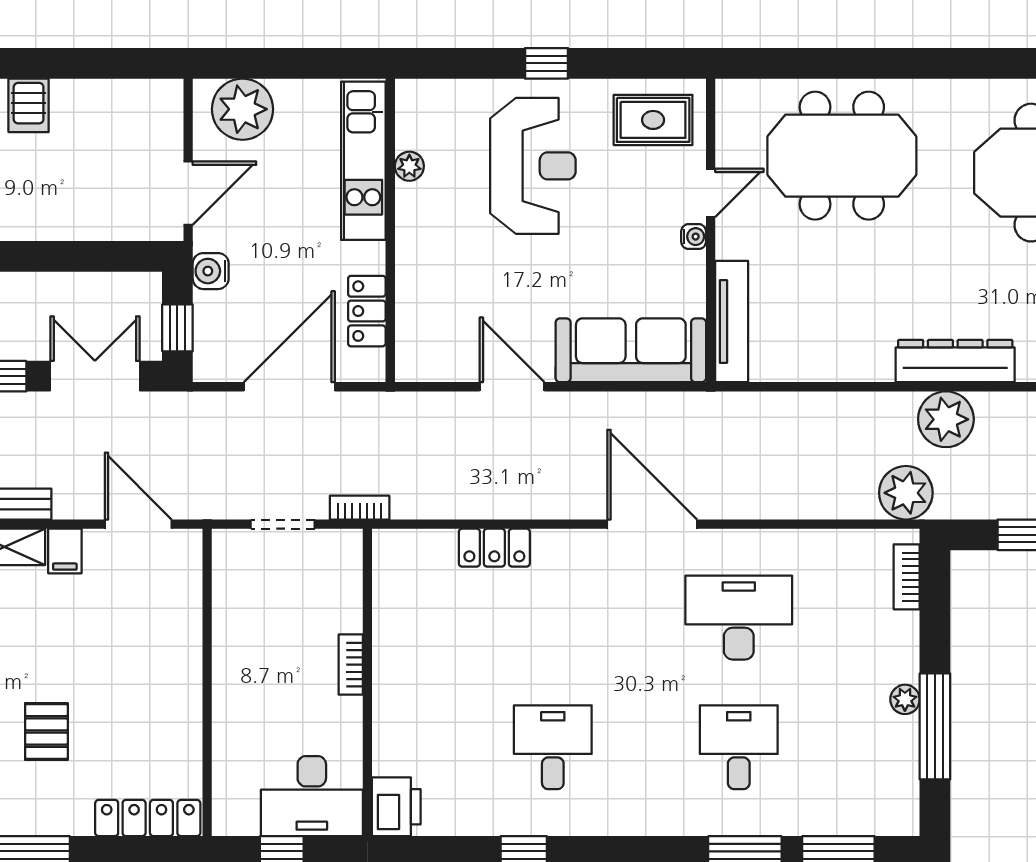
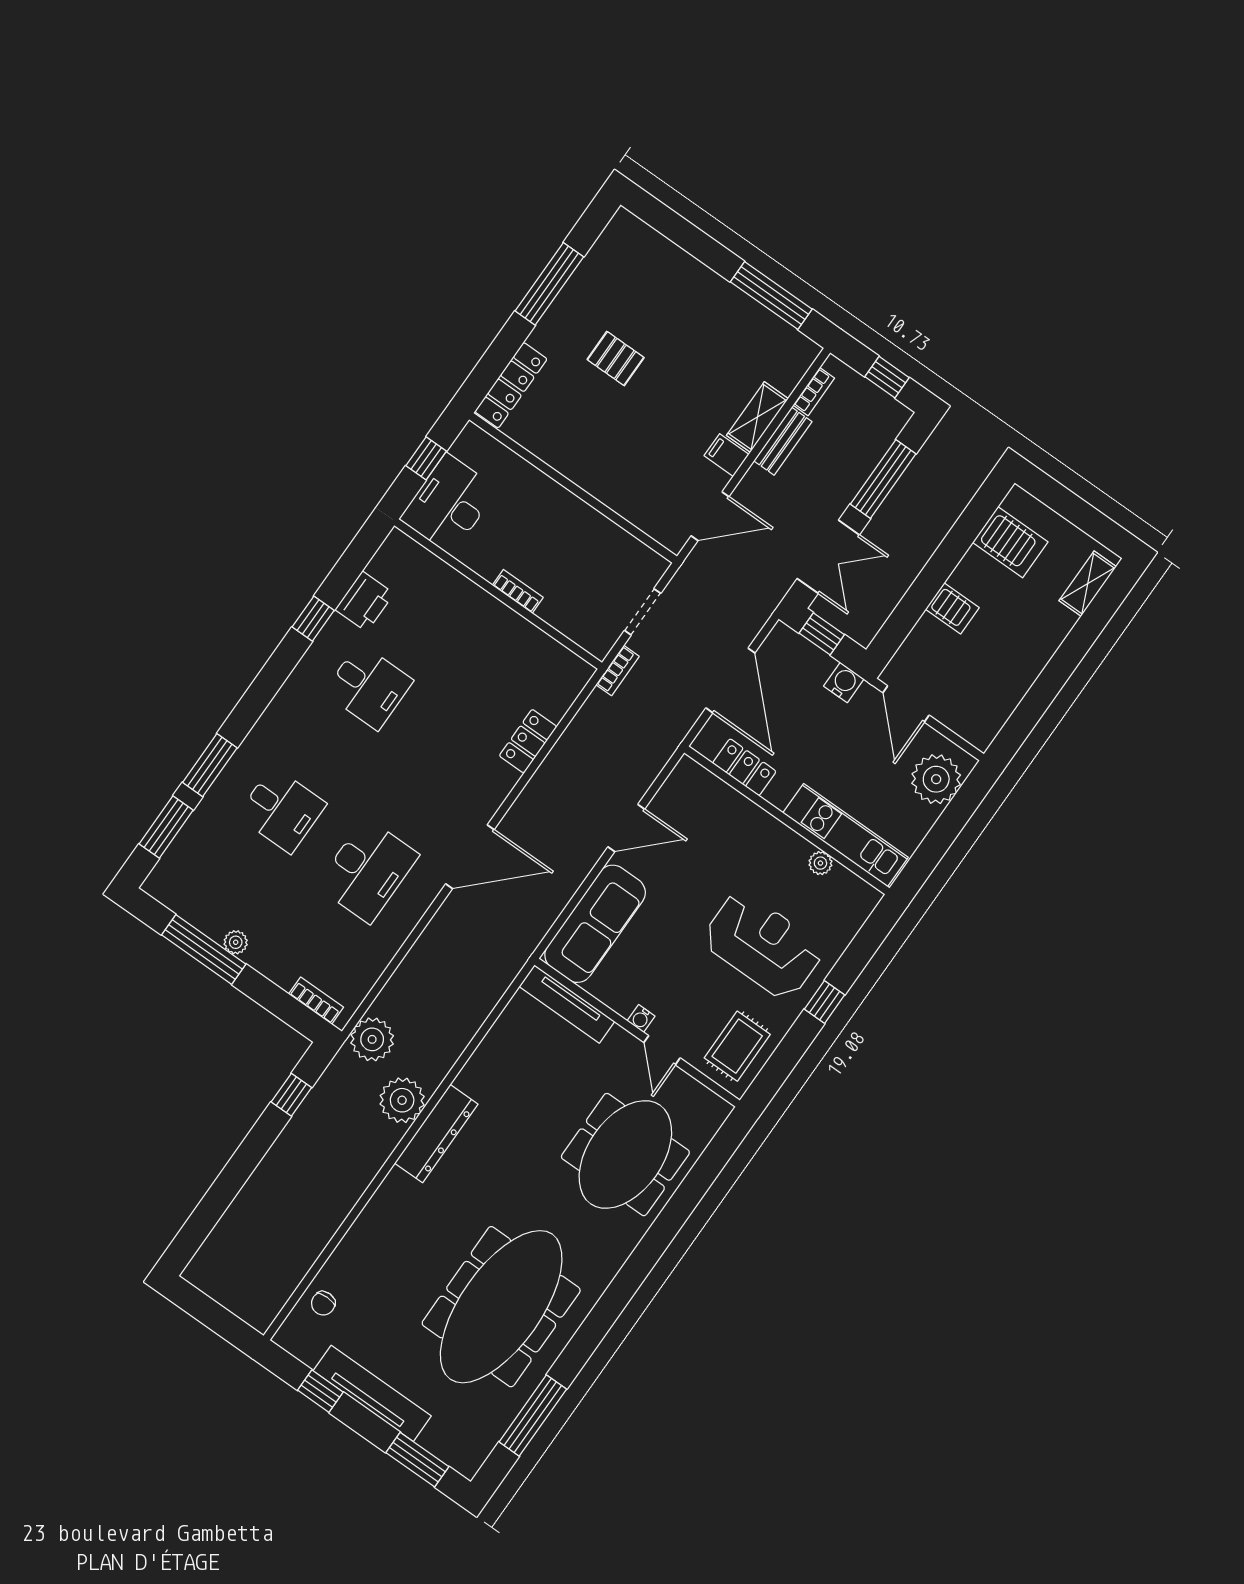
server rack: (29, 105) -> (952, 608), moved, turned 180
reception desk: (533, 166) -> (763, 945), turned 180
printer: (396, 807) -> (365, 601), moved, turned -90

